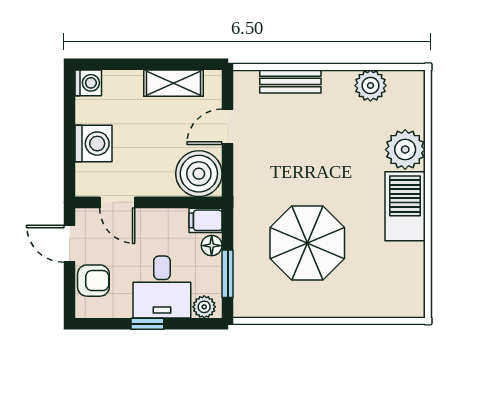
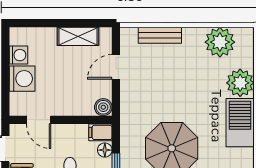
washing machine: (88, 83) -> (18, 55), moved
plant: (370, 86) -> (220, 42), width x1.36, depth x1.36
boiler: (199, 174) -> (103, 107), width x0.54, depth x0.54

